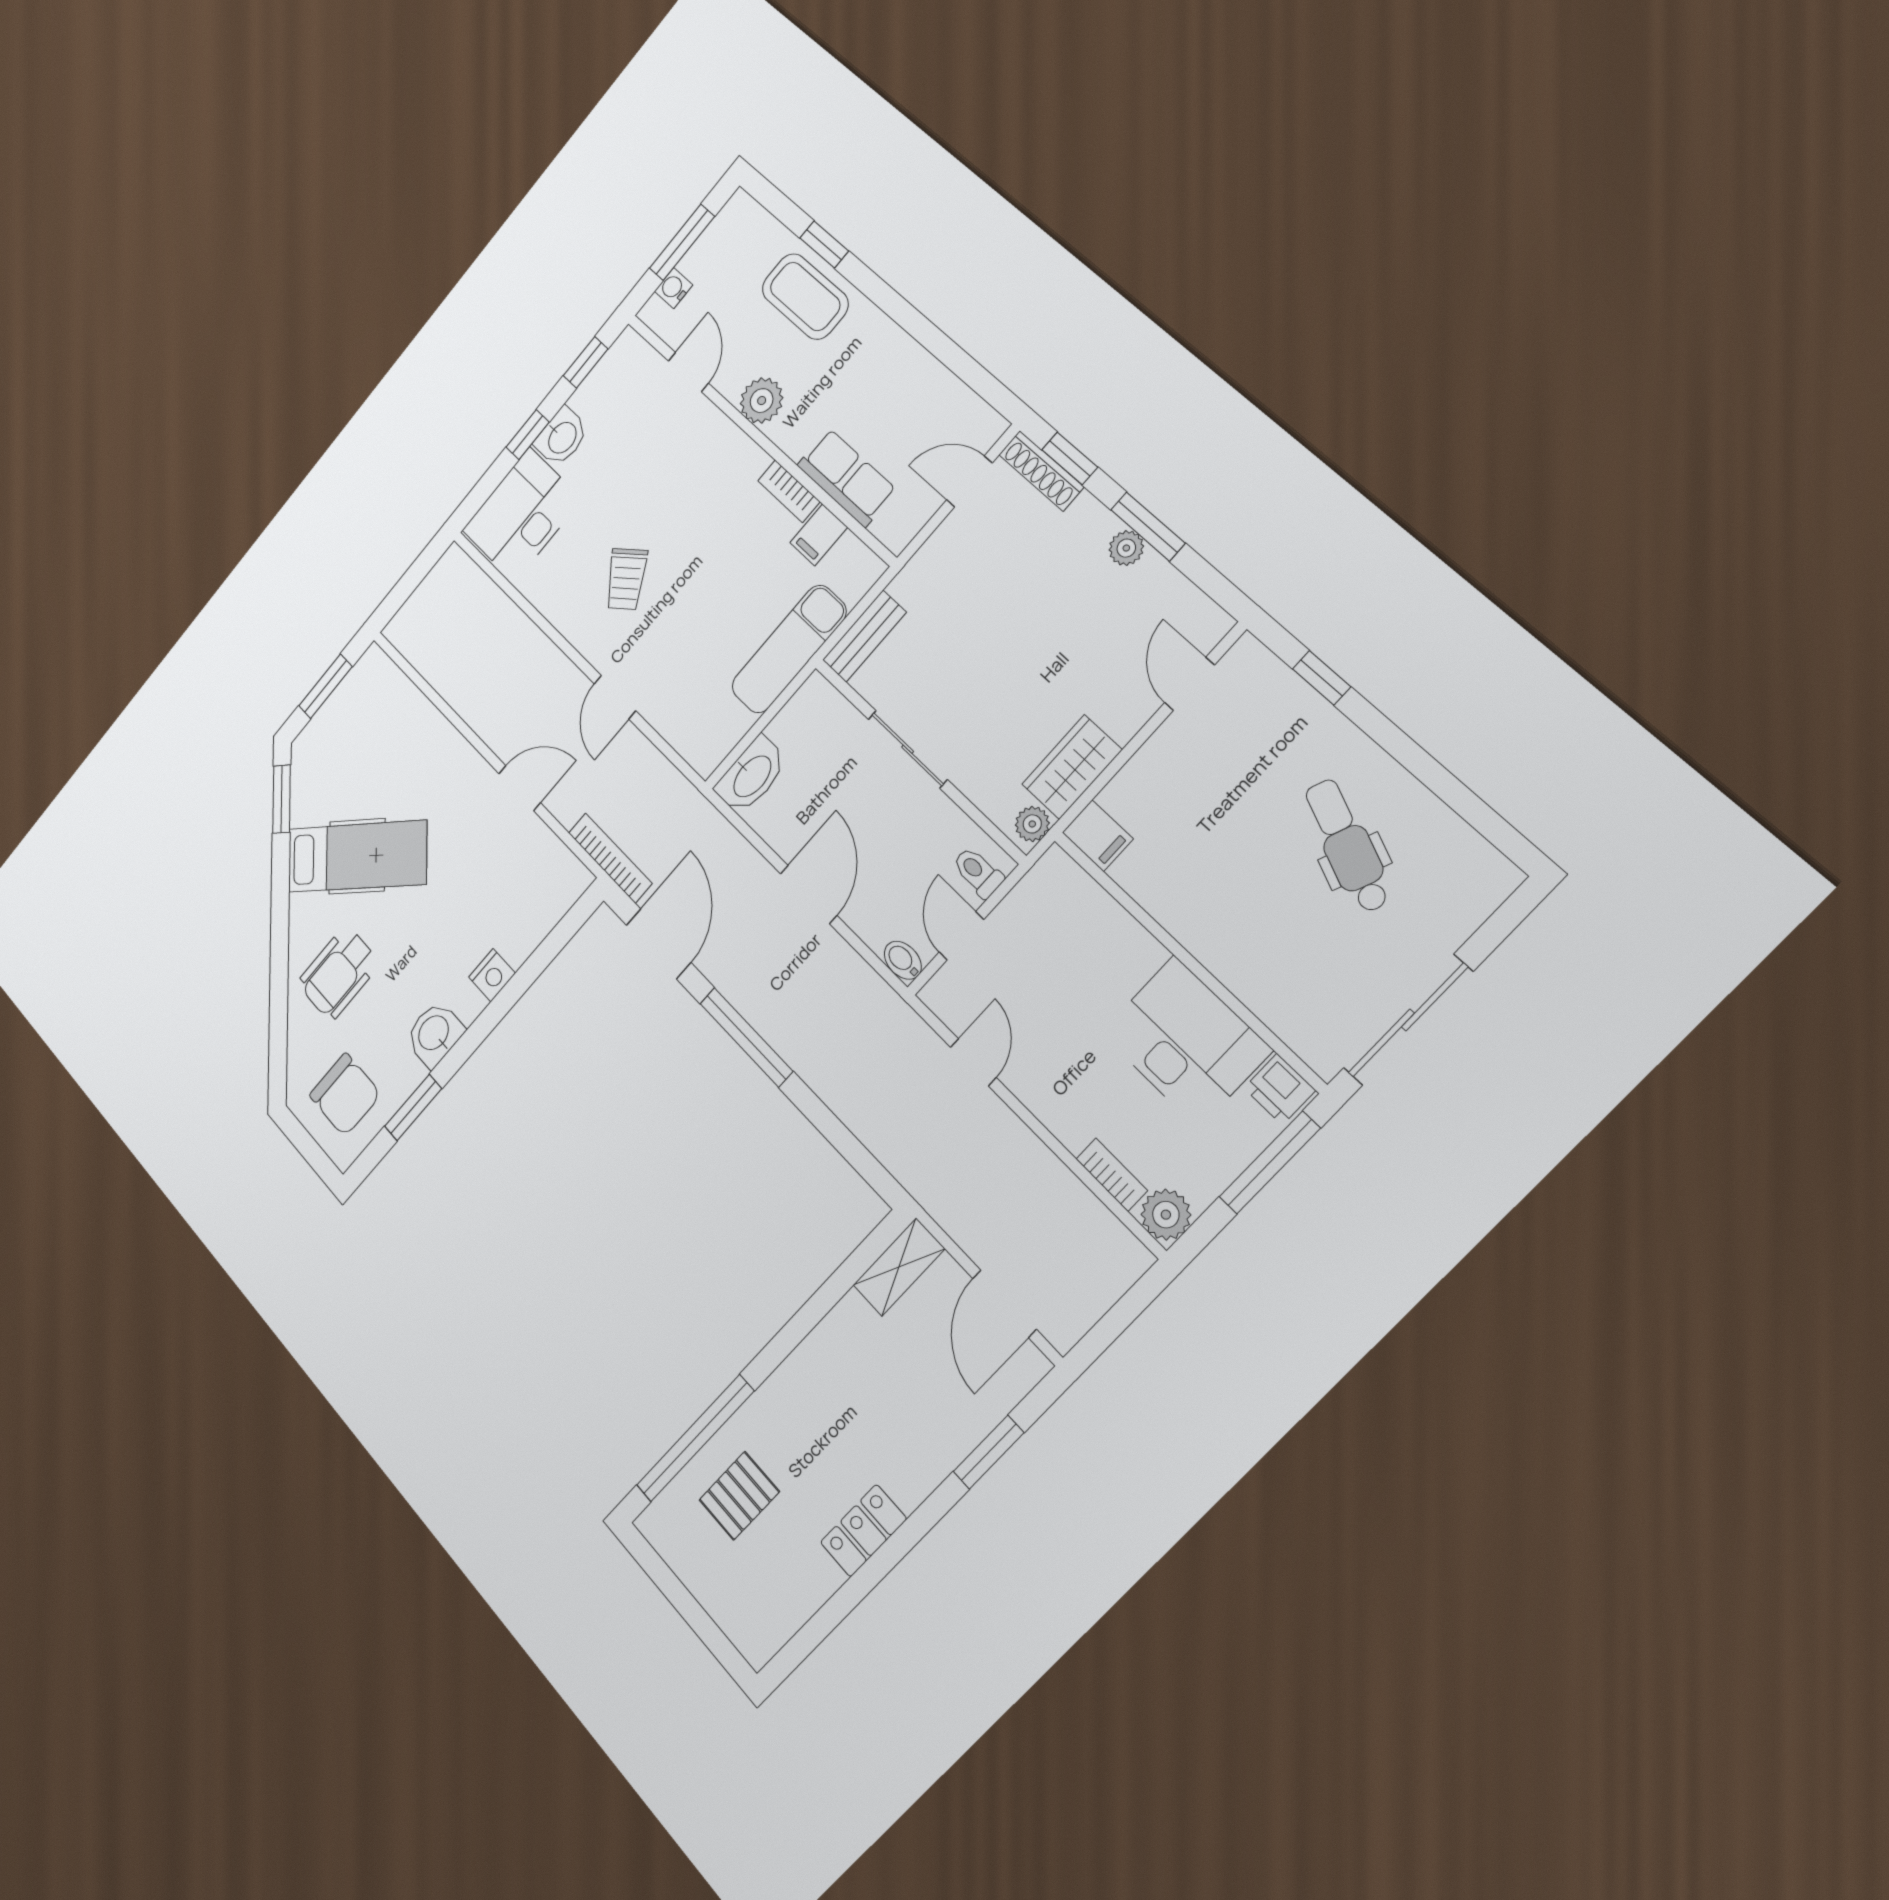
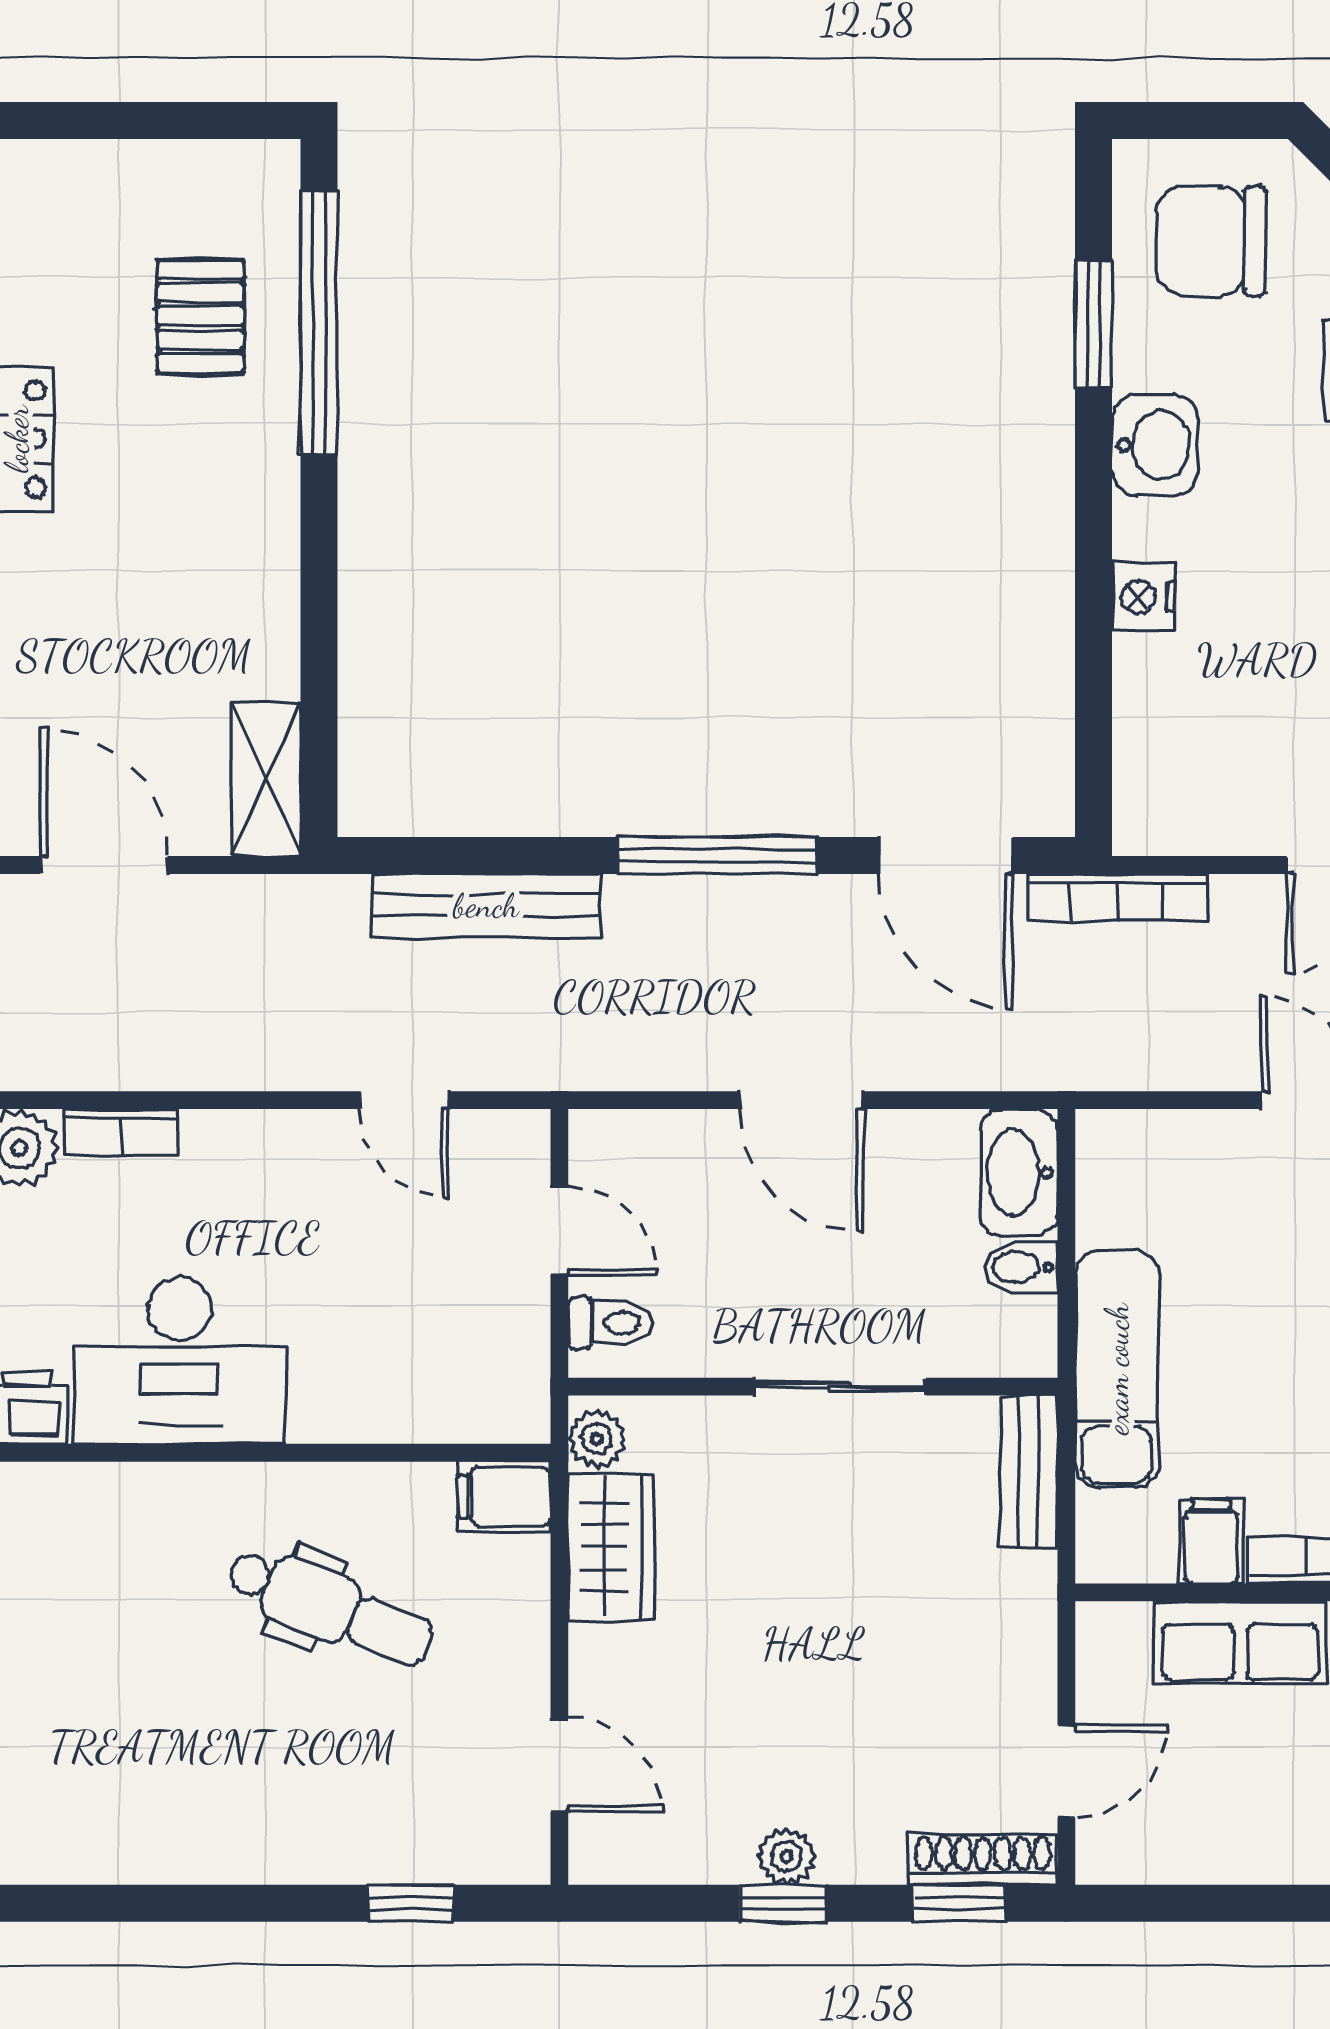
window: (1148, 526) -> (783, 1903), width x0.67
dental chair: (1347, 846) -> (330, 1607), moved
bidet: (903, 960) -> (1021, 1267), moved, turned 180
bench: (859, 1114) -> (486, 906), added

